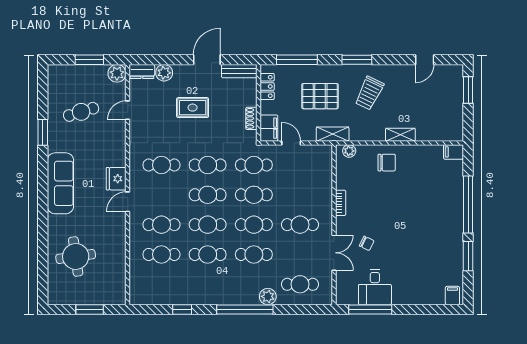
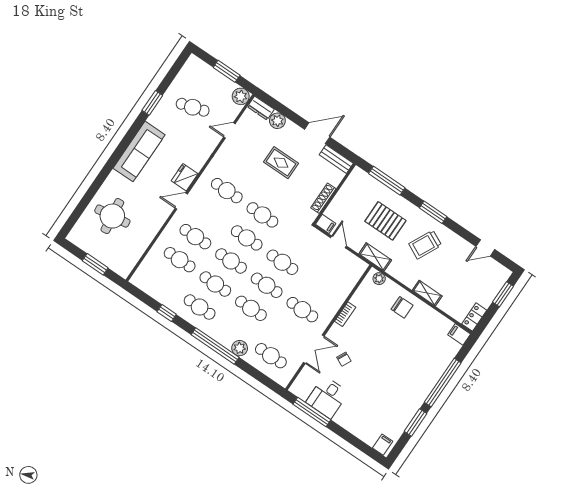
locker: (267, 86) -> (474, 317), moved, turned 180
shoe rack: (251, 118) -> (323, 198), width x1.43
filing cabinet: (269, 128) -> (326, 224), width x0.50
cafe table: (254, 165) -> (200, 307), moved

